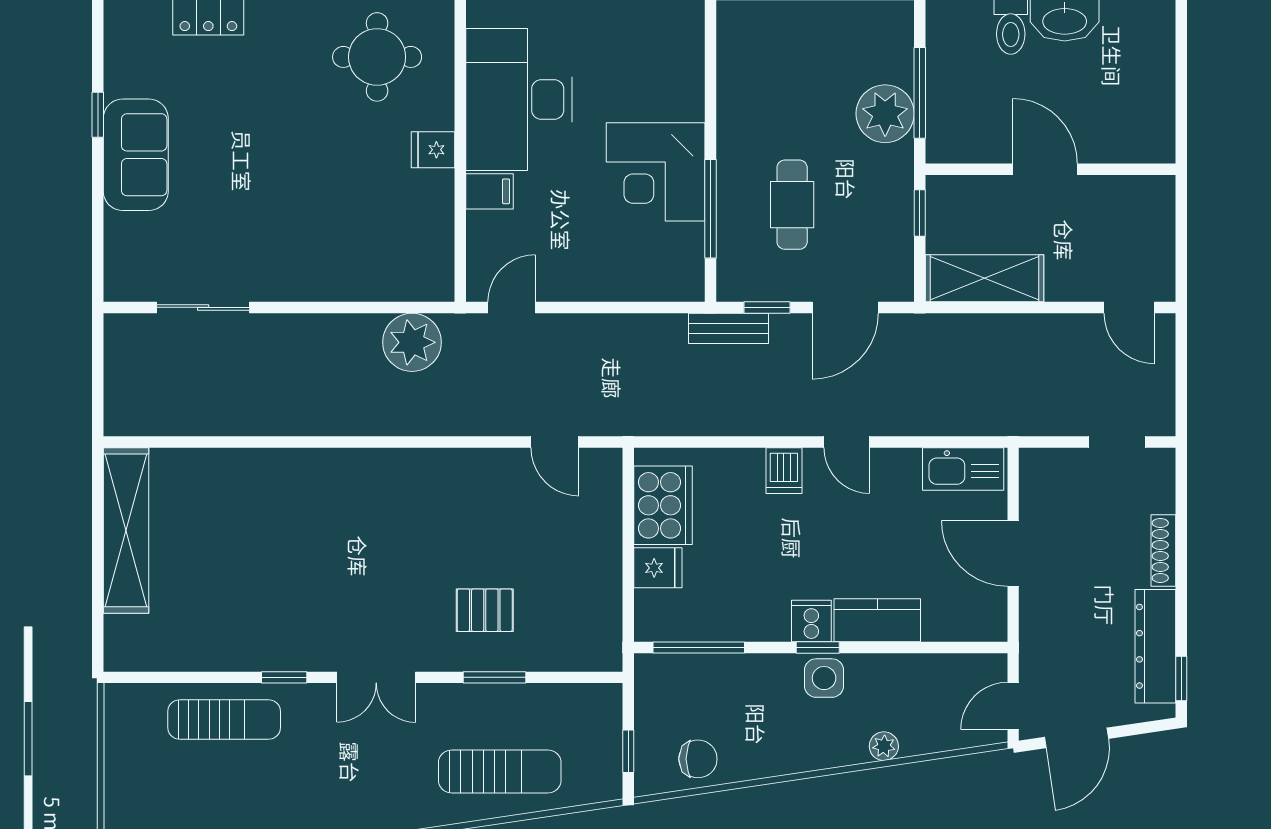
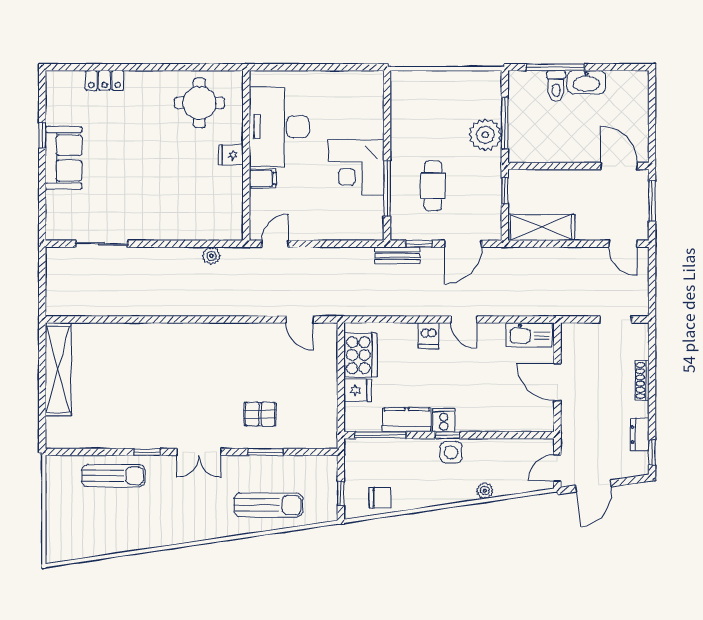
door: (1045, 169) -> (619, 166), moved
window: (1181, 231) -> (652, 201), added
plant: (412, 342) -> (211, 256), width x0.53, depth x0.53
kitchen counter: (877, 620) -> (407, 420), moved
dresser: (1155, 646) -> (640, 434), width x0.51, depth x0.80

